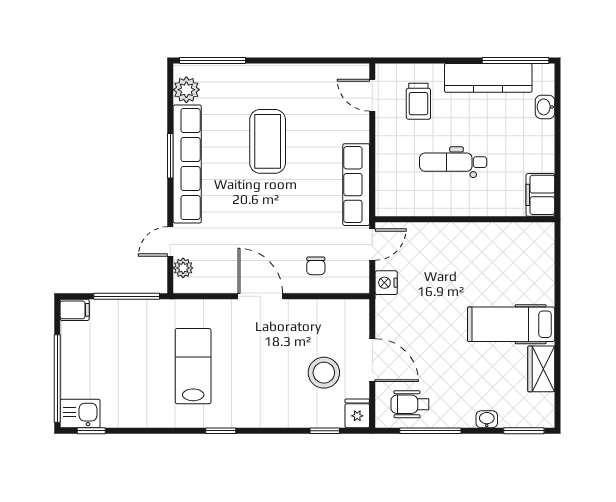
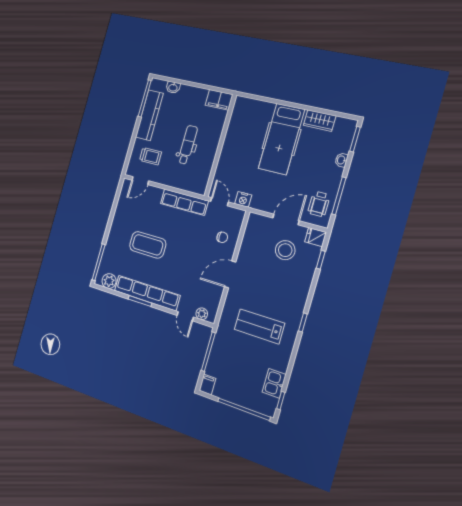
dental chair: (453, 162) -> (188, 145), turned 180
hospital bed: (511, 324) -> (281, 139), width x1.37, depth x1.29
kitchen sink: (80, 414) -> (274, 383), moved

